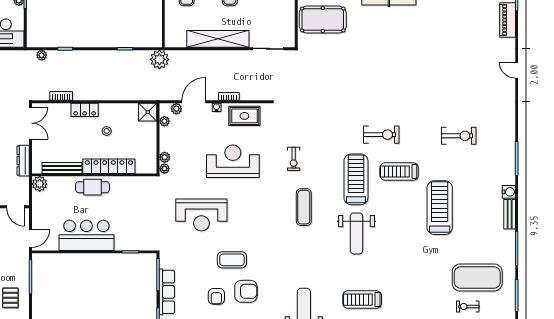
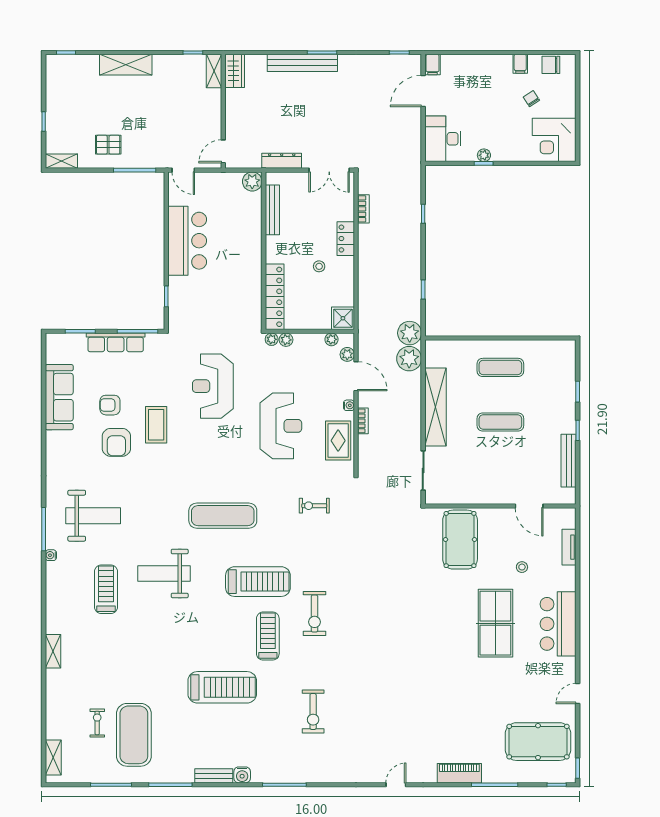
plant: (42, 55) -> (409, 359), moved, width x1.87, depth x1.87
exercise bike: (294, 159) -> (314, 506), moved
locker: (109, 166) -> (275, 297), moved
cafe table: (92, 187) -> (248, 248), removed
exercise mat: (304, 207) -> (223, 516), width x1.36, depth x1.45
weight bench: (356, 233) -> (164, 573), moved

